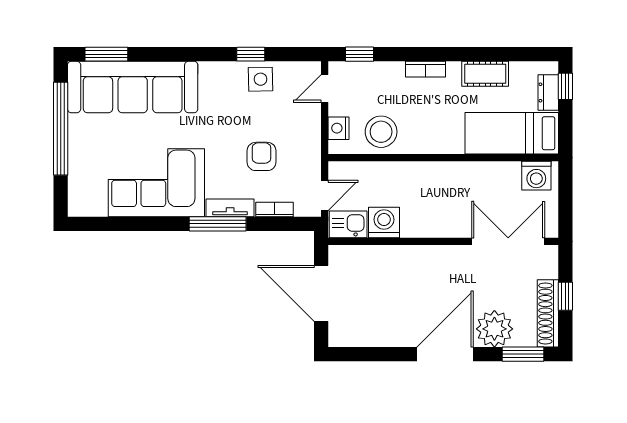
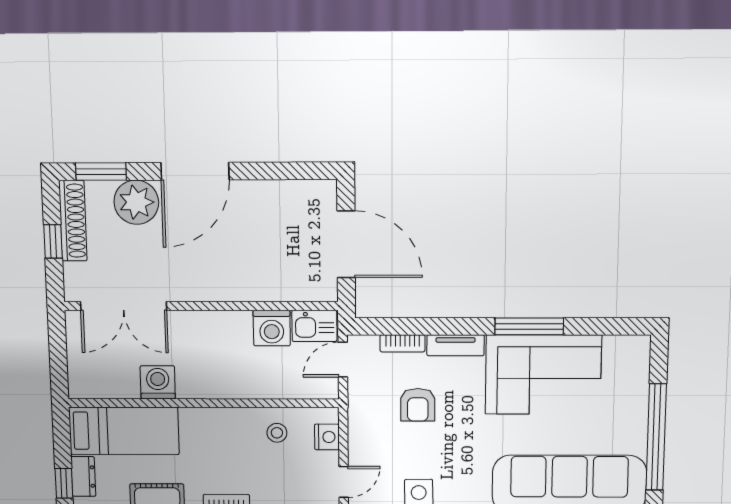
stool: (381, 132) -> (277, 433), width x0.53, depth x0.53
washing machine: (536, 176) -> (158, 382), moved
window: (218, 224) -> (529, 326), moved

